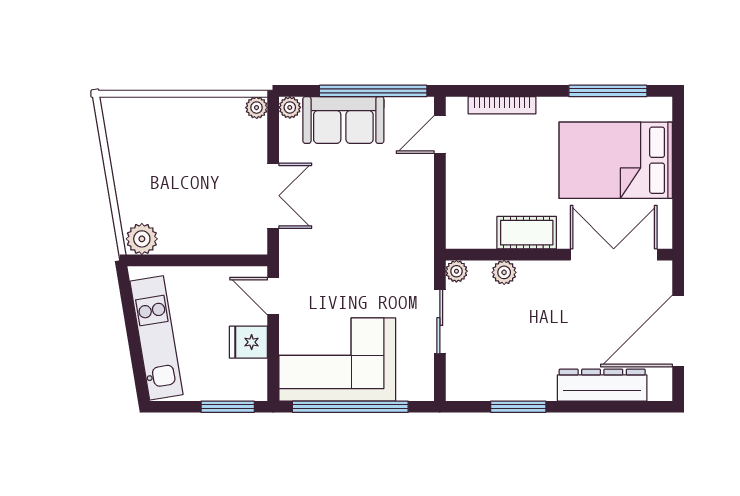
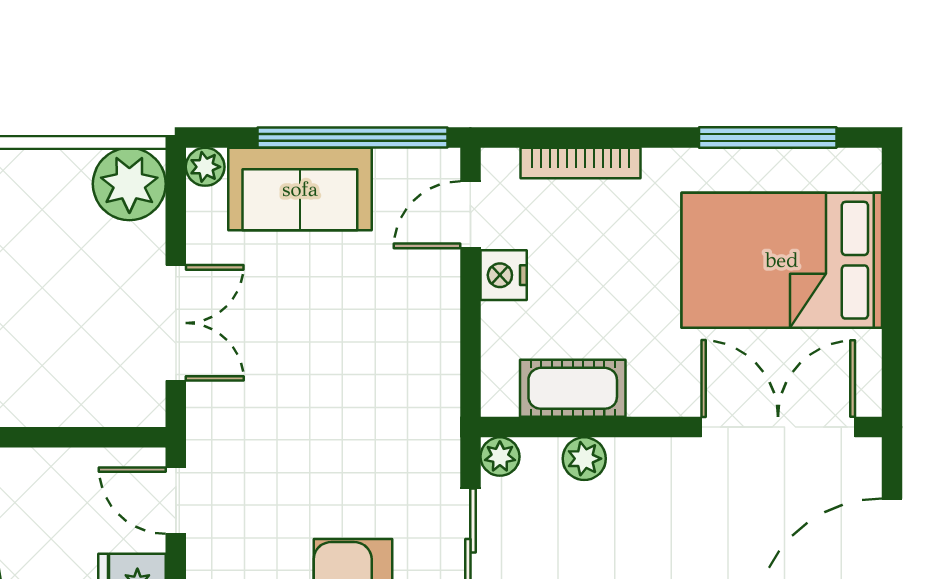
plant: (257, 108) -> (129, 184), width x1.88, depth x1.88
nightstand: (459, 169) -> (504, 275), added
cot: (527, 233) -> (573, 388), moved

